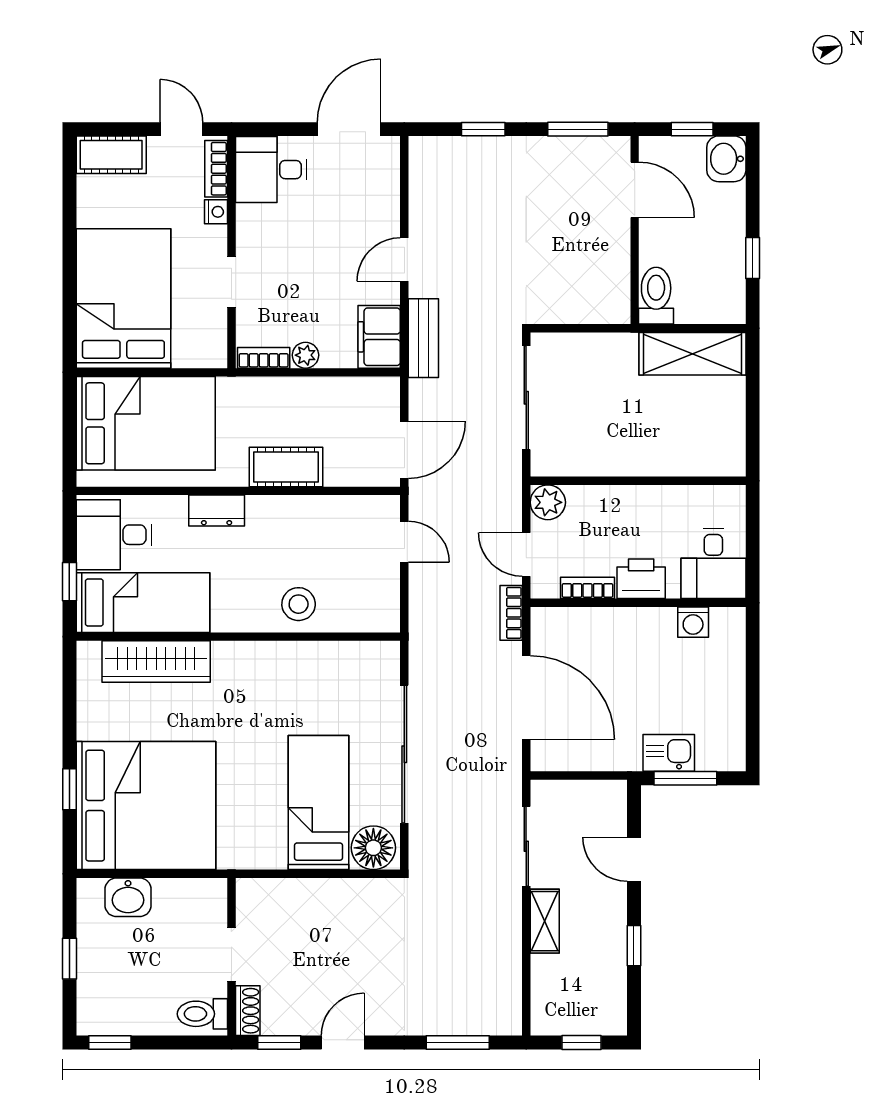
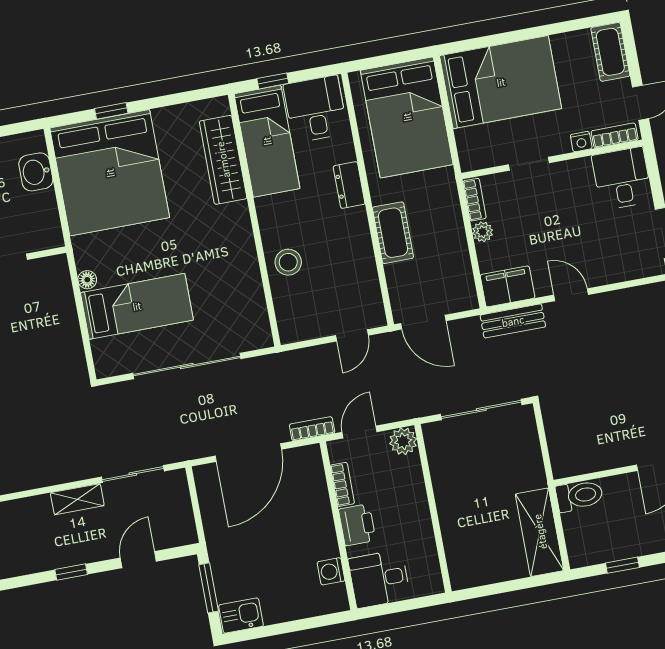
kitchen sink: (669, 753) -> (241, 616), moved, turned -90
floor lamp: (373, 848) -> (87, 280), moved, width x0.53, depth x0.53

